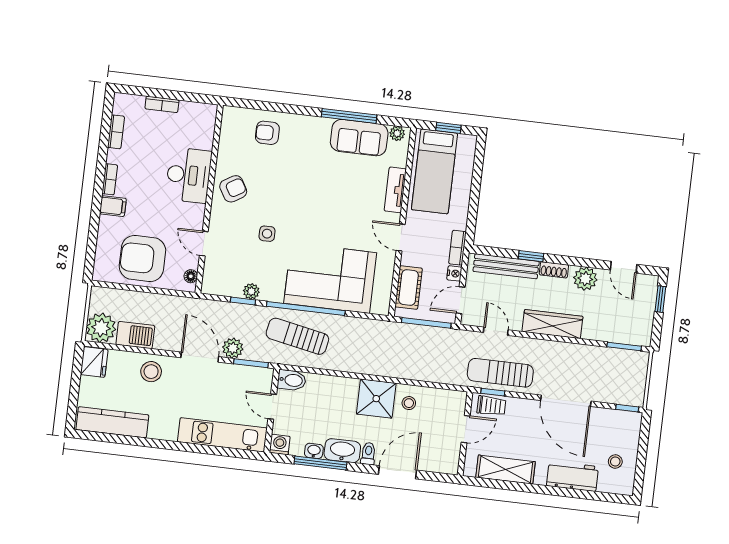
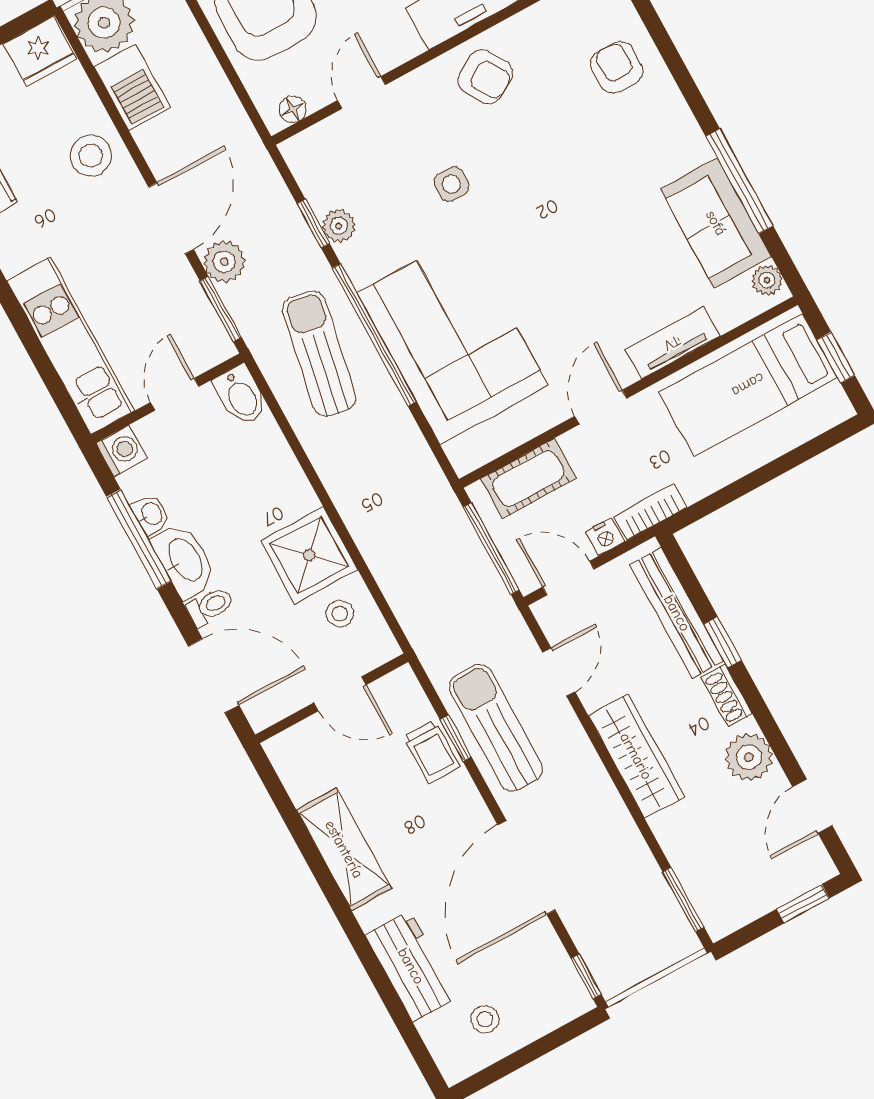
door: (466, 429) -> (340, 694), moved
wall: (465, 434) -> (332, 698), moved

